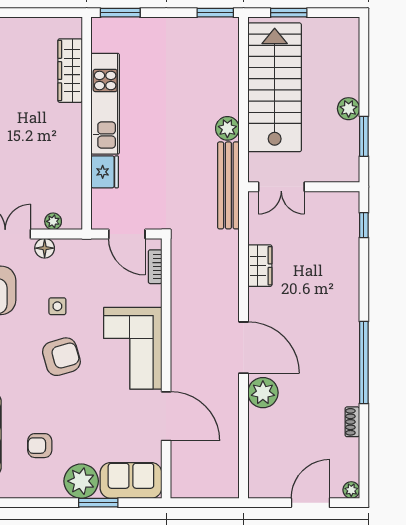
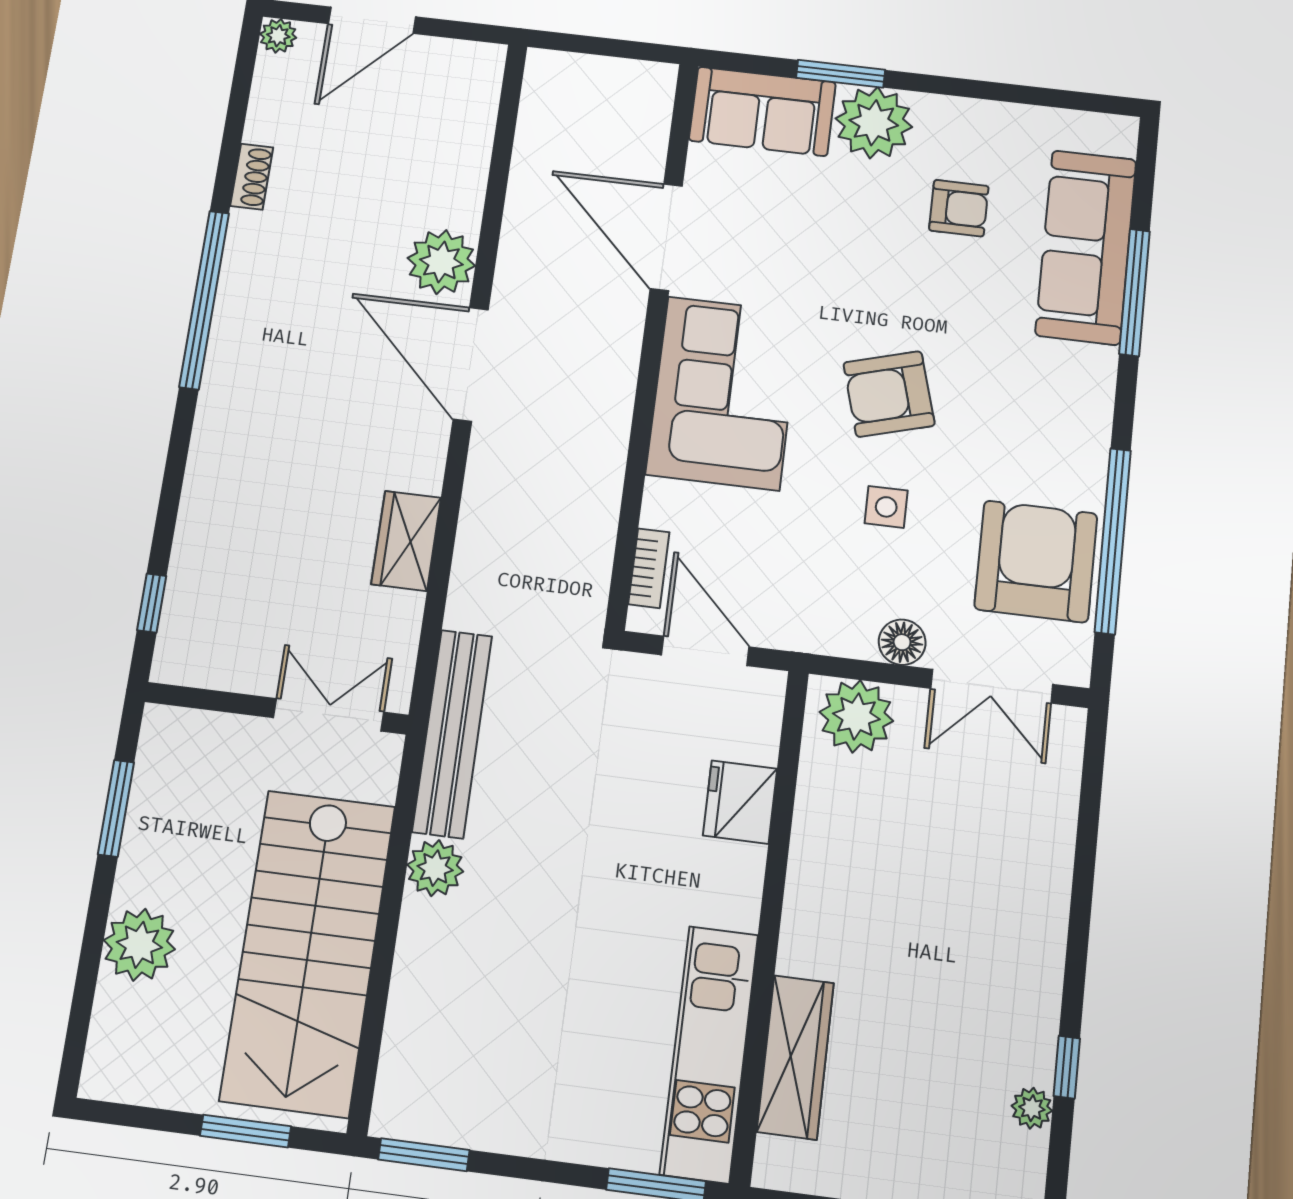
kitchen unit: (105, 104) -> (709, 1054), moved
plant: (349, 109) -> (139, 945), moved, width x1.36, depth x1.36
plant: (53, 221) -> (856, 716), width x1.88, depth x1.88

